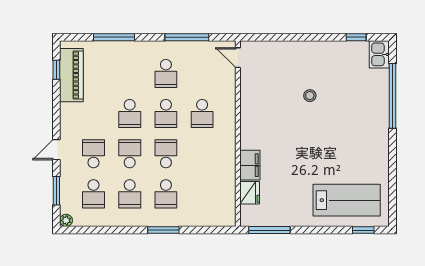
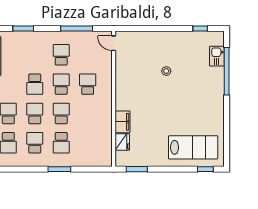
window: (114, 37) -> (23, 28), width x0.69
kitchen sink: (379, 54) -> (217, 56), moved
school desk: (166, 73) -> (61, 55), turned 180
school desk: (166, 114) -> (61, 84), turned 180
school desk: (202, 114) -> (88, 84), turned 180
school desk: (130, 194) -> (35, 143), turned 180
window: (269, 230) -> (137, 169), width x0.69

